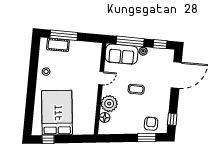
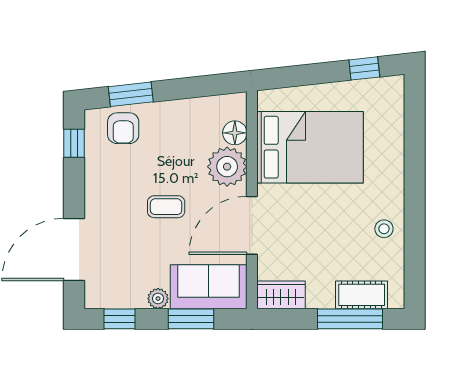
window: (130, 41) -> (191, 319), width x0.69
wardrobe: (92, 48) -> (281, 295), added
door: (101, 78) -> (252, 225), width x1.88
bed: (57, 113) -> (310, 147), moved, turned -84

